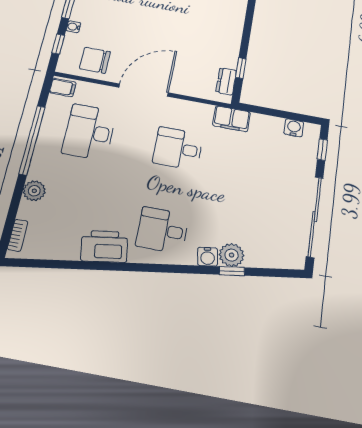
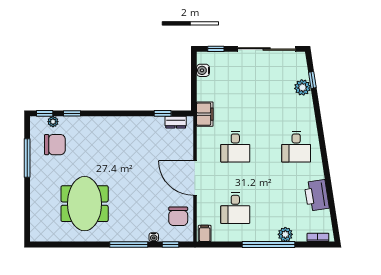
desk: (89, 132) -> (235, 208), width x0.73
window: (32, 140) -> (269, 245), moved
printer: (104, 246) -> (317, 195), moved
plant: (232, 255) -> (302, 87), moved
water cooler: (208, 257) -> (309, 115), removed
window: (232, 271) -> (312, 80), moved

